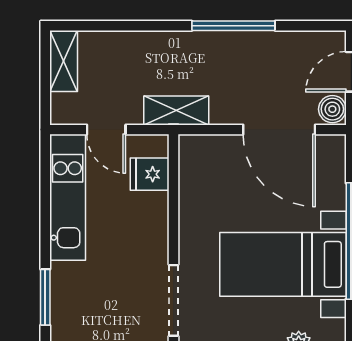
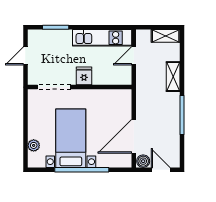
shelving: (176, 110) -> (173, 77), moved
fridge: (150, 174) -> (84, 76), moved

